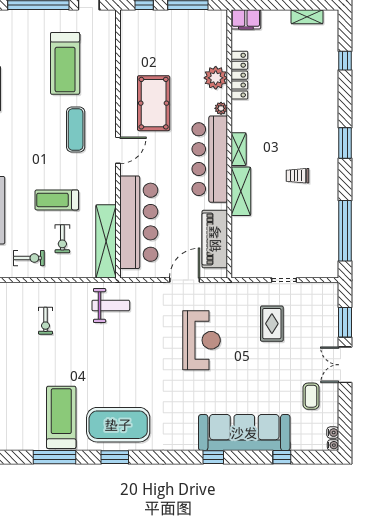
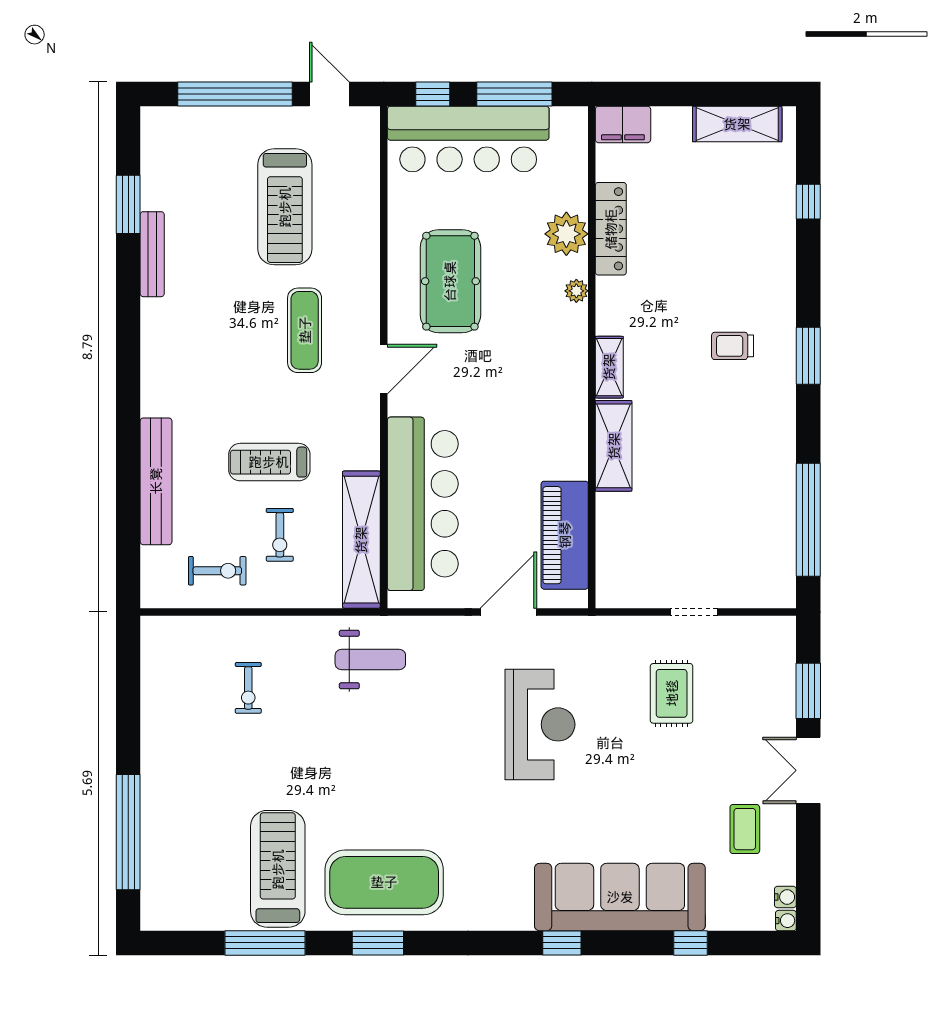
shelving: (307, 17) -> (737, 124), width x1.50, depth x1.33
bar counter: (210, 159) -> (468, 139), moved, turned -90
trolley: (298, 176) -> (733, 346), moved

